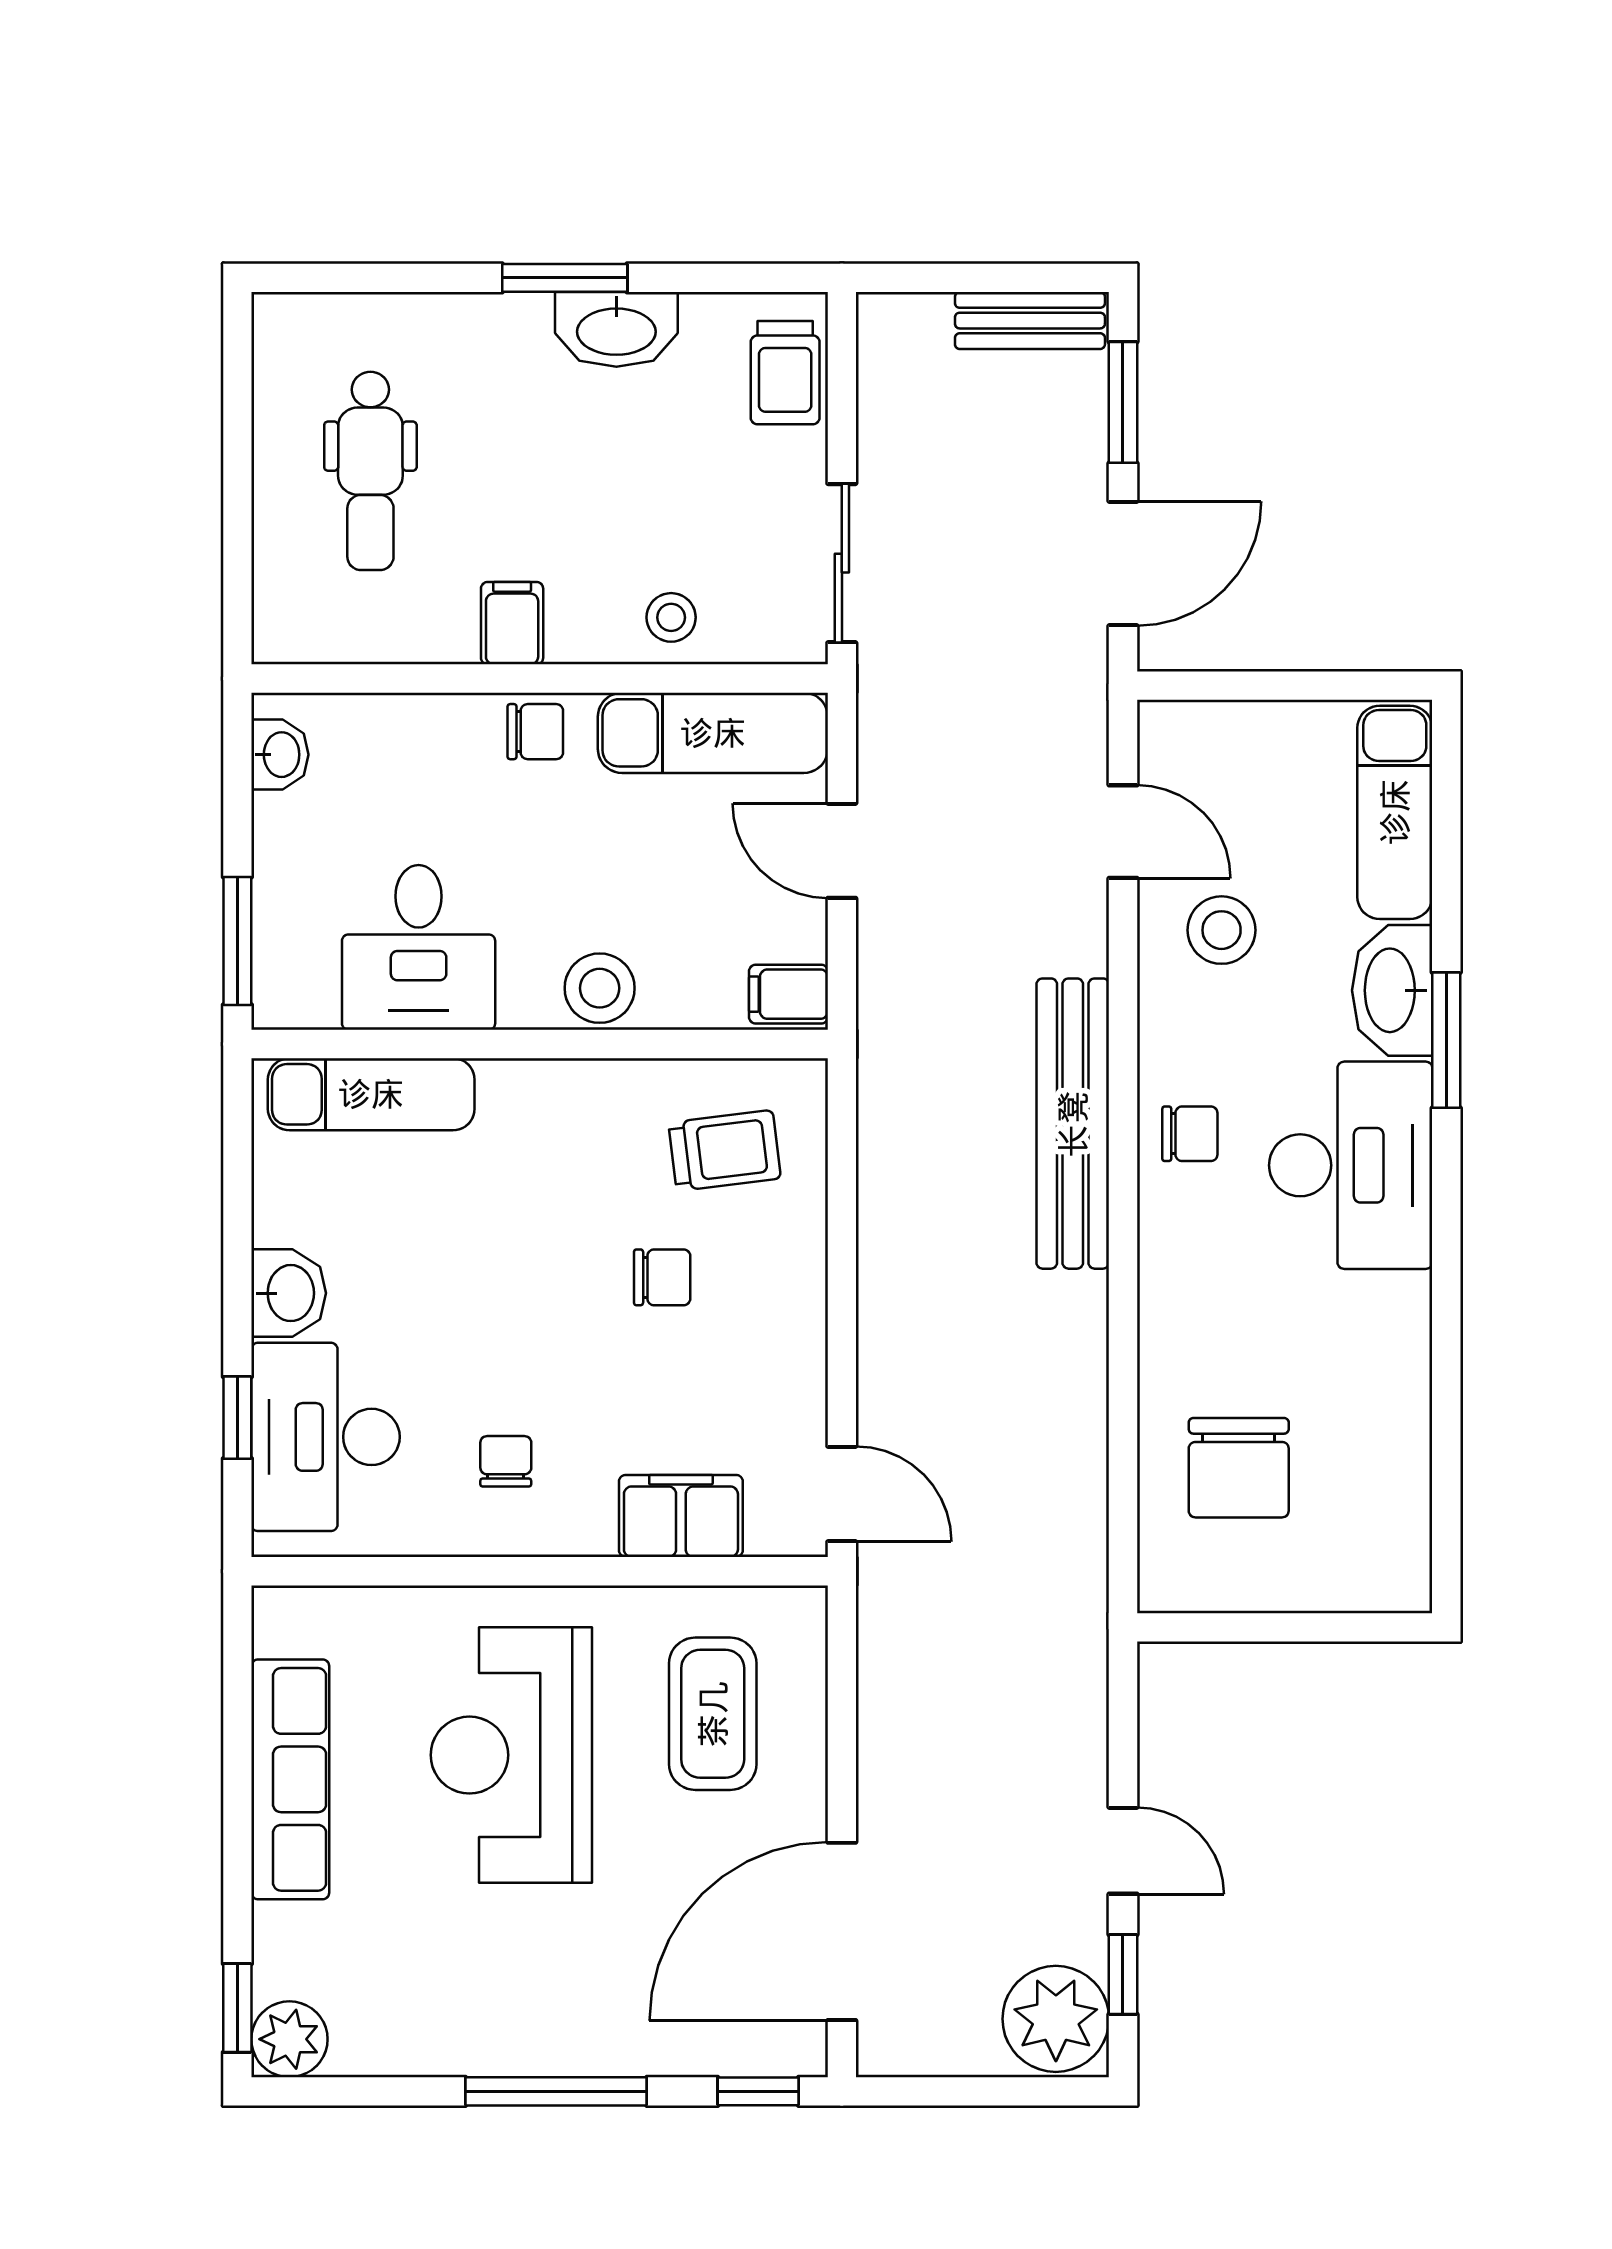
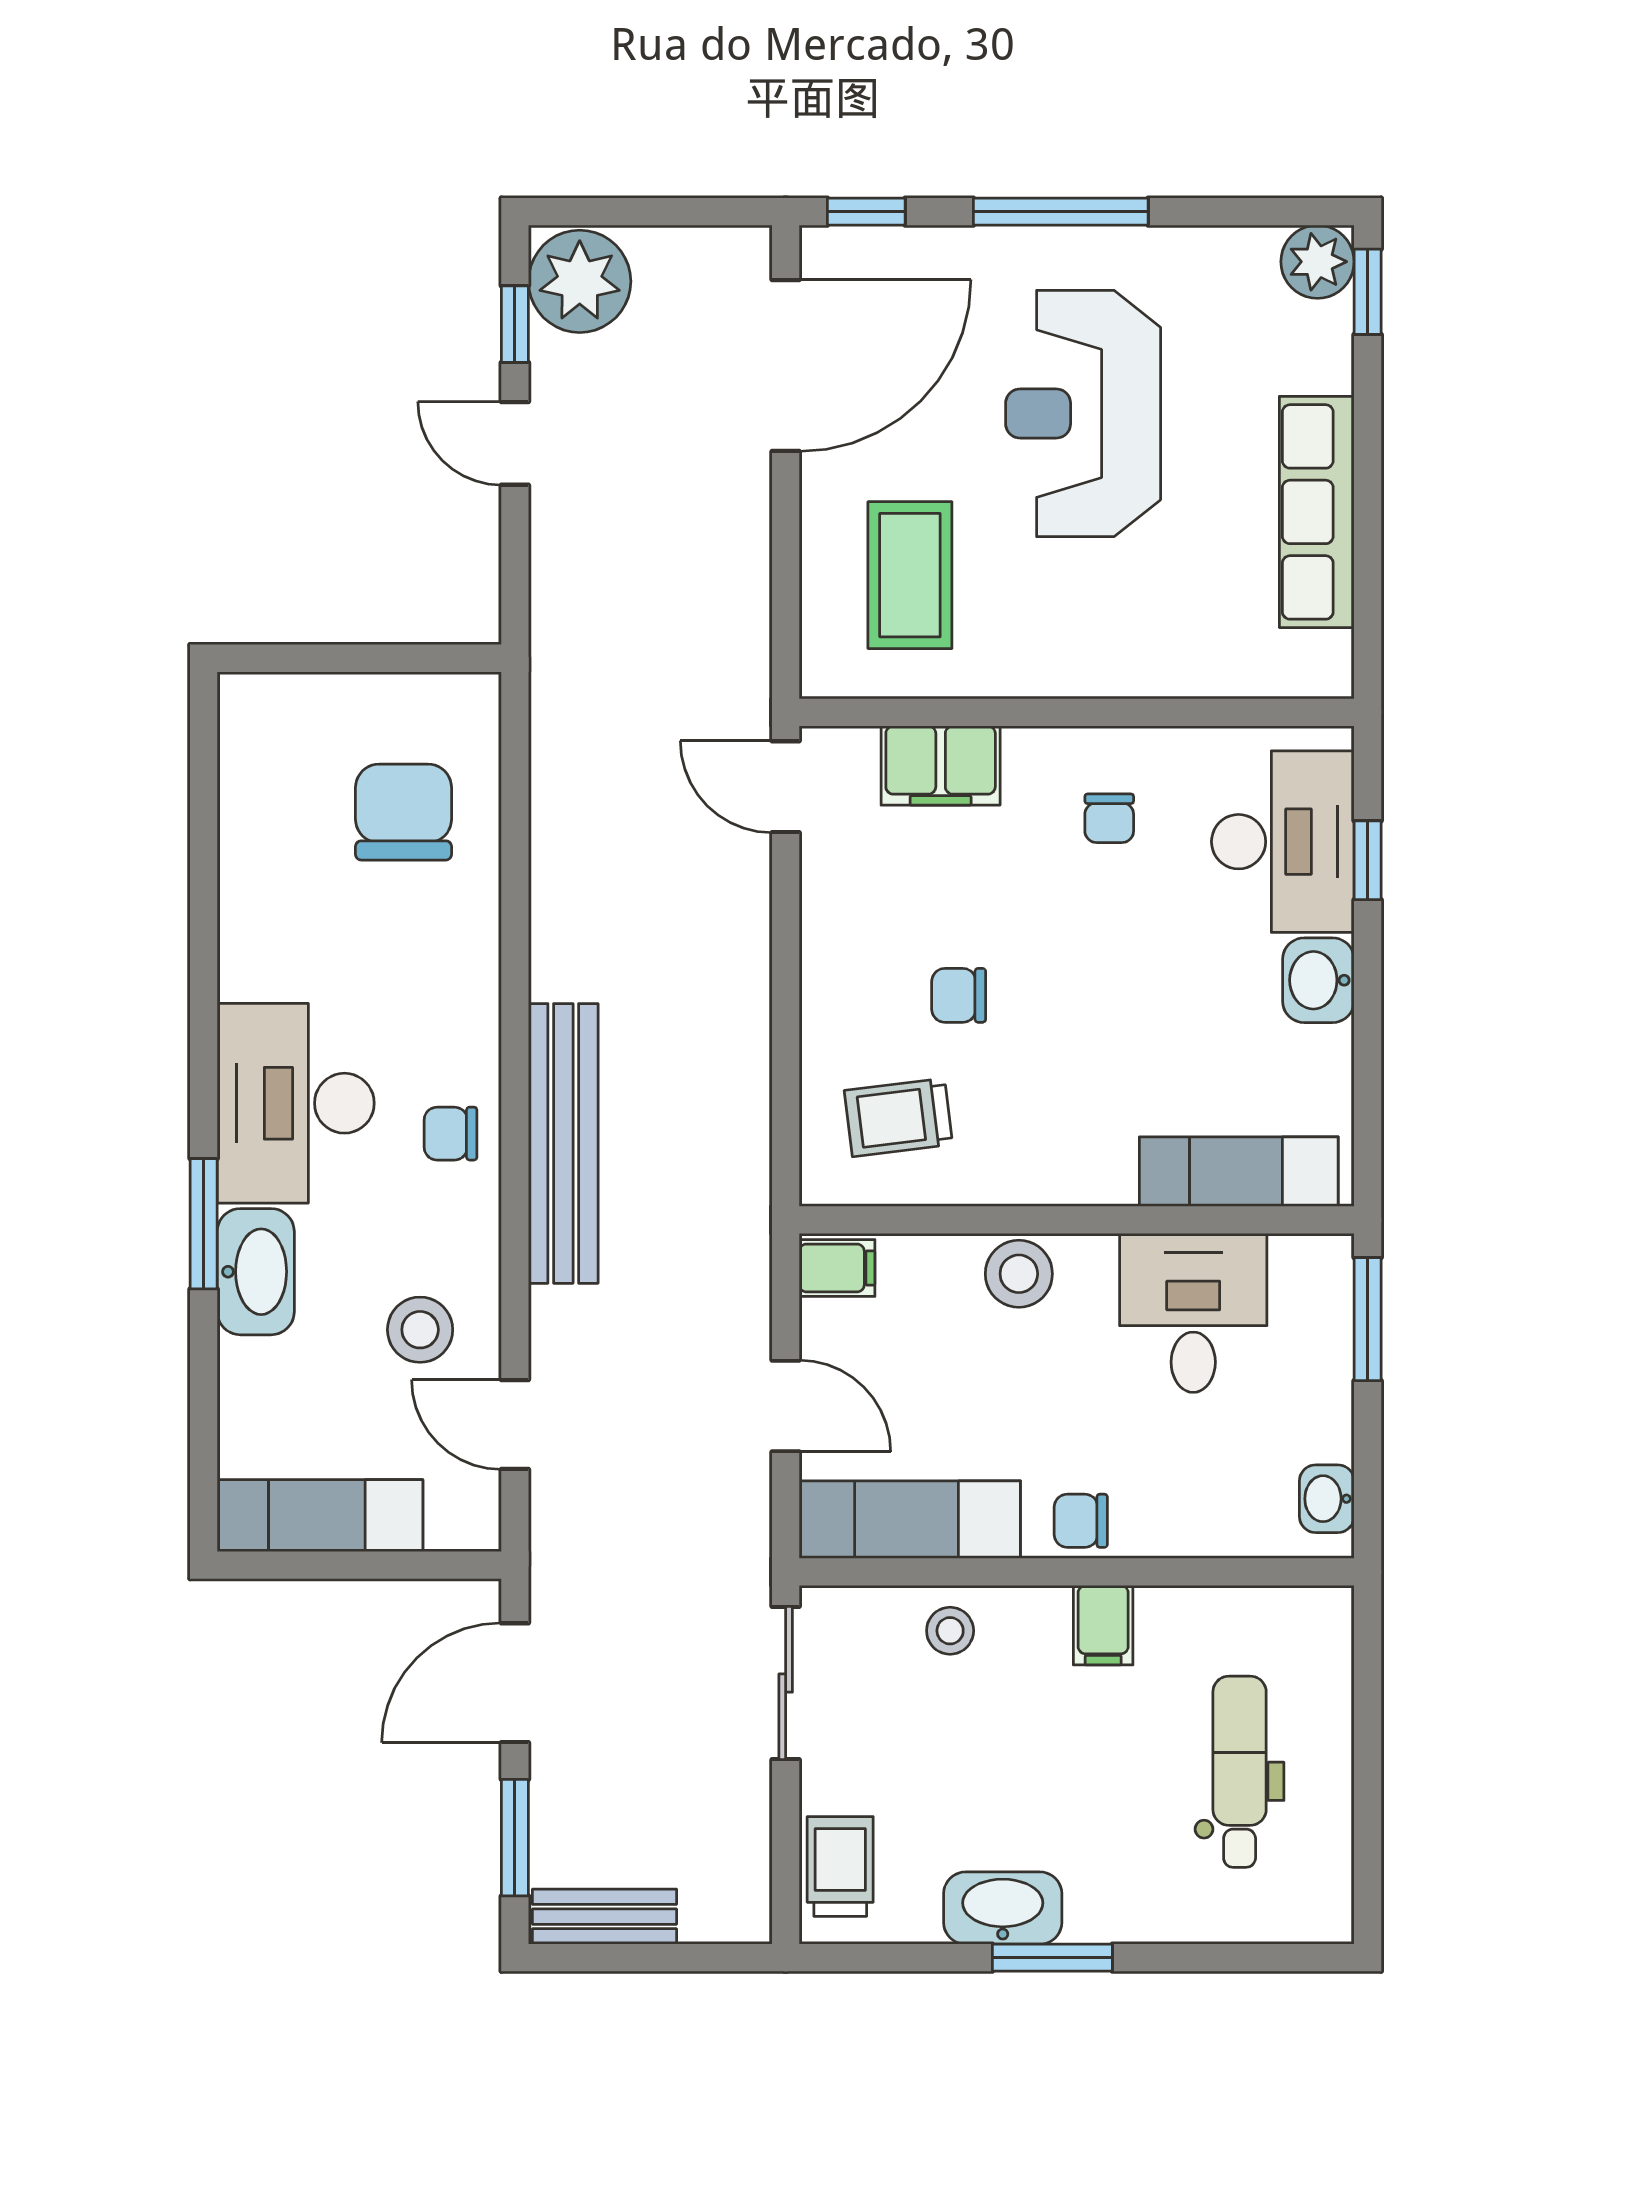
exam couch: (1395, 812) -> (320, 1516), moved, turned -90
reception desk: (511, 1755) -> (1083, 414), moved, turned 180

